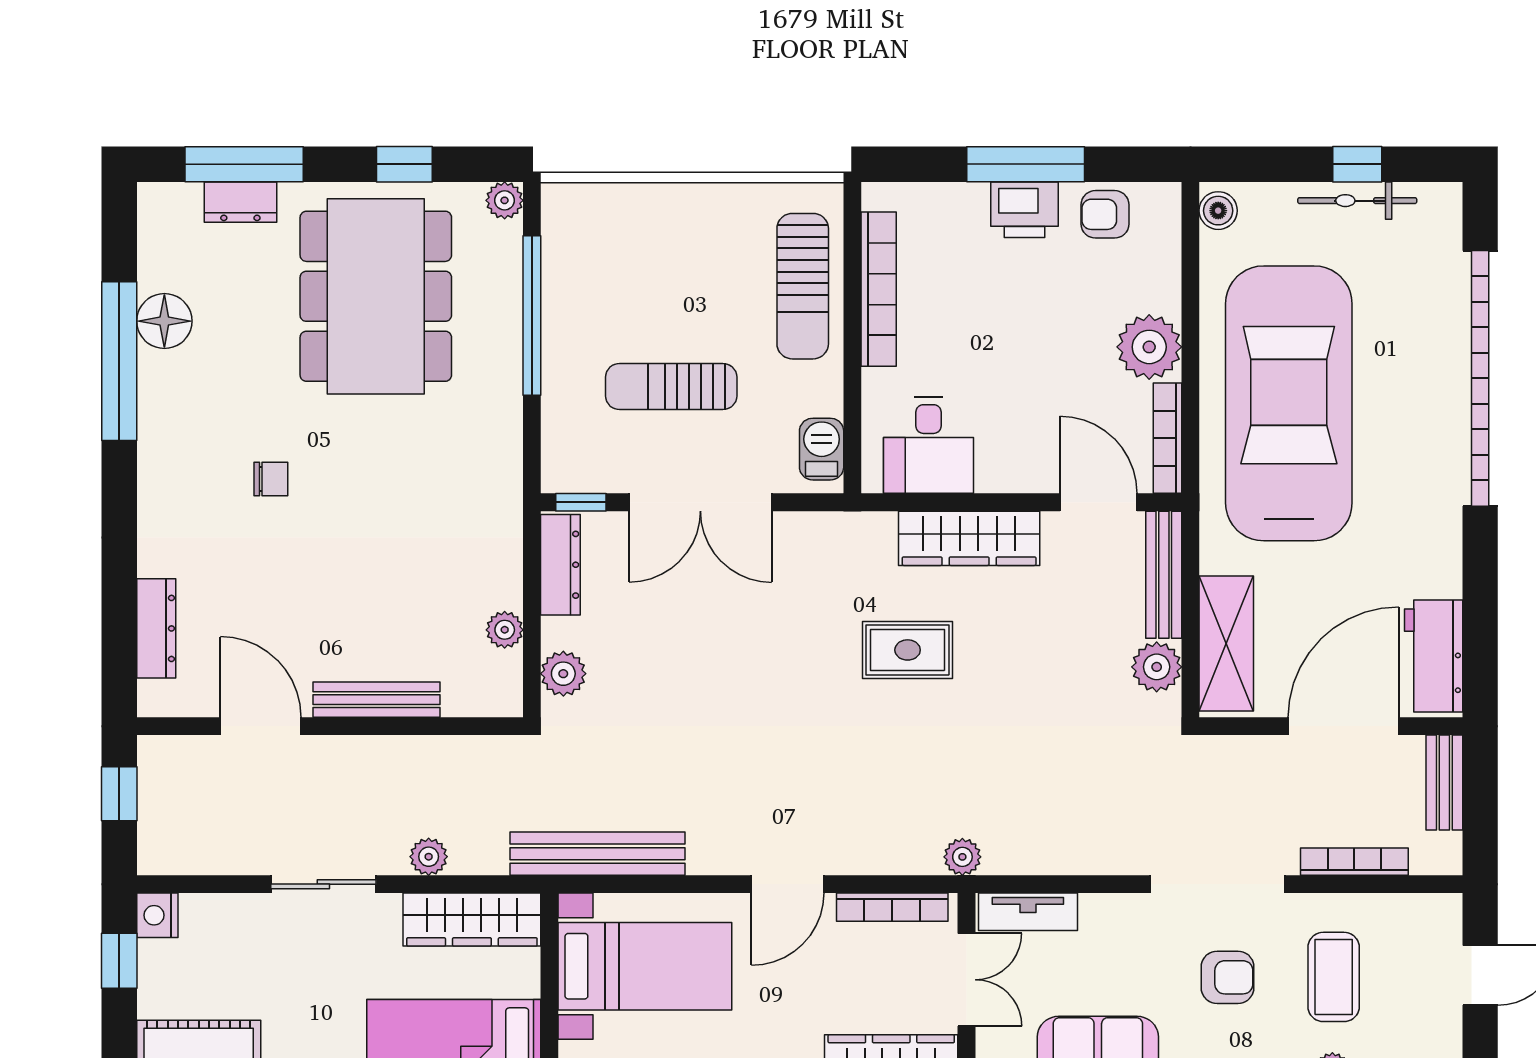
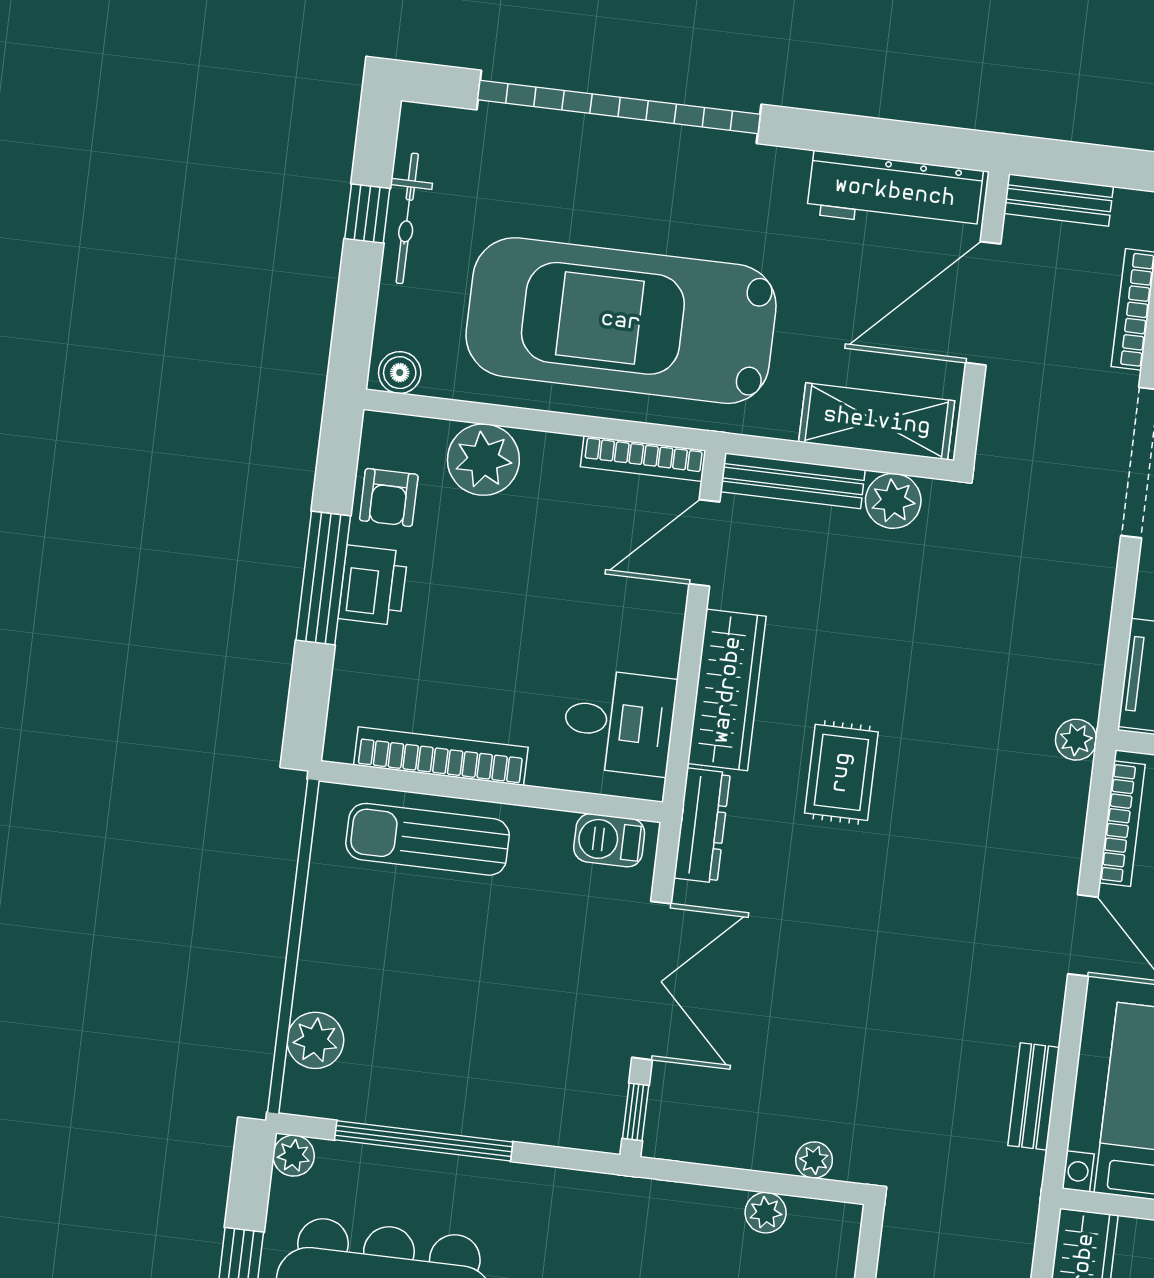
plant: (610, 207) -> (315, 1040), added
sun lounger: (803, 286) -> (428, 839), turned 180
plant: (1149, 347) -> (483, 460), moved
sun lounger: (671, 387) -> (520, 997), removed
dresser: (560, 565) -> (702, 825), moved, turned 90
workbench: (1434, 656) -> (895, 192), width x1.38
plant: (563, 674) -> (814, 1160), width x0.73, depth x0.73
door: (1344, 726) -> (983, 303), hinge flipped
bench: (598, 854) -> (1034, 1096), width x0.54, depth x0.82

